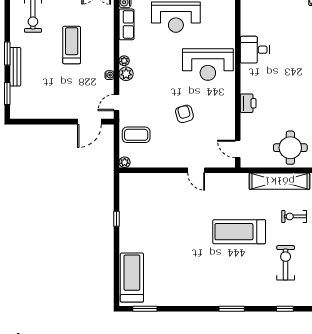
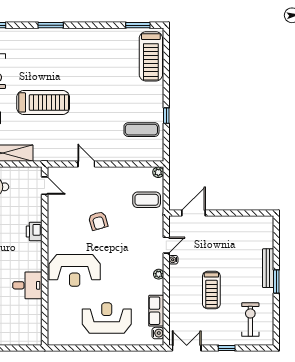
reception desk: (208, 65) -> (75, 270), turned 180
plant: (126, 74) -> (157, 261), removed
window: (7, 94) -> (276, 241), removed
door: (117, 103) -> (166, 245), moved
exercise mat: (141, 205) -> (141, 130), added

